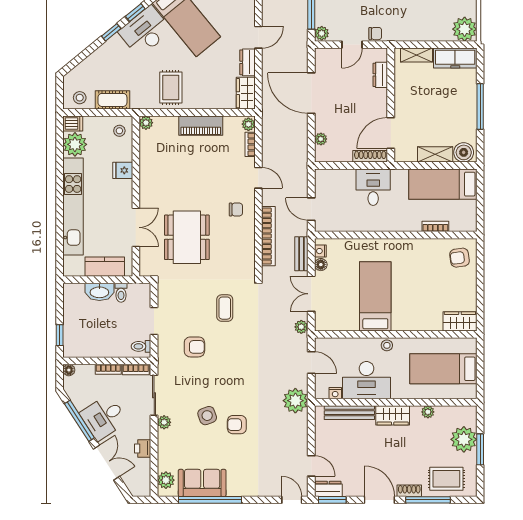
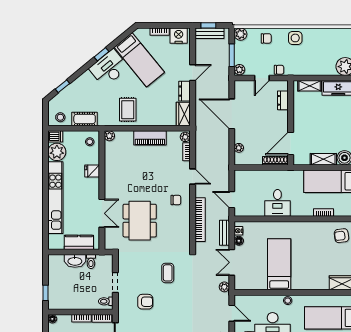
window: (111, 32) -> (63, 86), moved
desk: (373, 187) -> (277, 203), moved, turned 180

